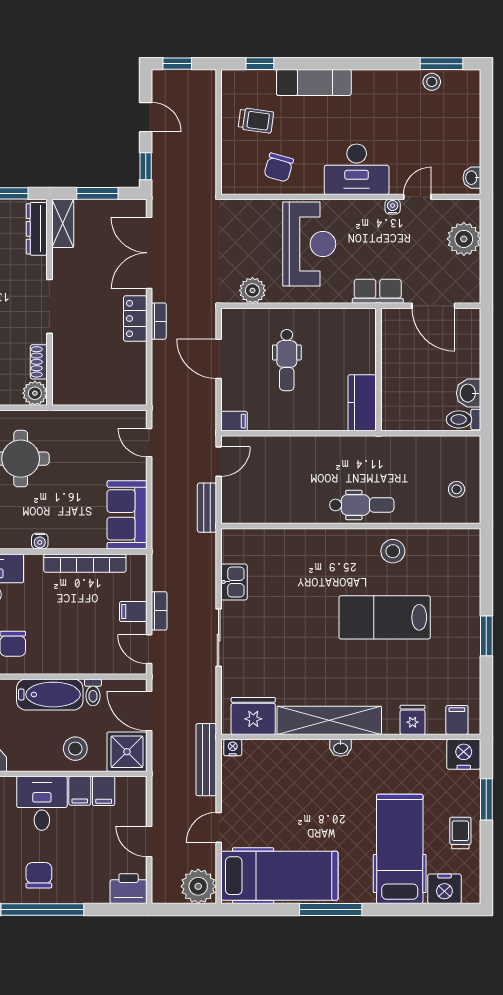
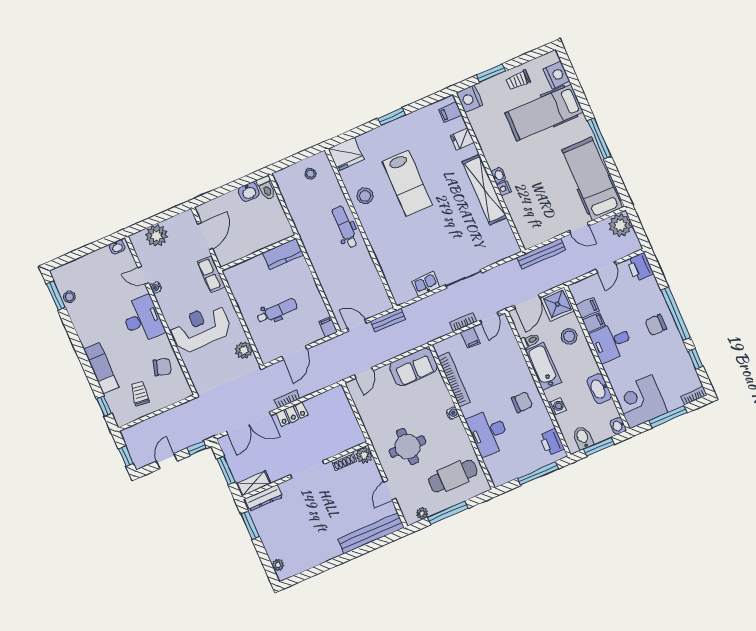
fridge: (253, 716) -> (346, 154), moved, turned -90
nightstand: (233, 748) -> (504, 189), moved

